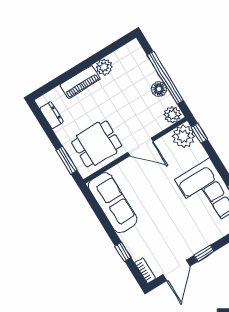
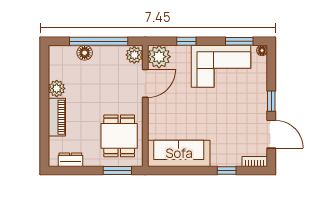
floor lamp: (159, 89) -> (85, 53), moved
window: (199, 133) -> (186, 41), moved
door: (140, 147) -> (145, 83), moved

